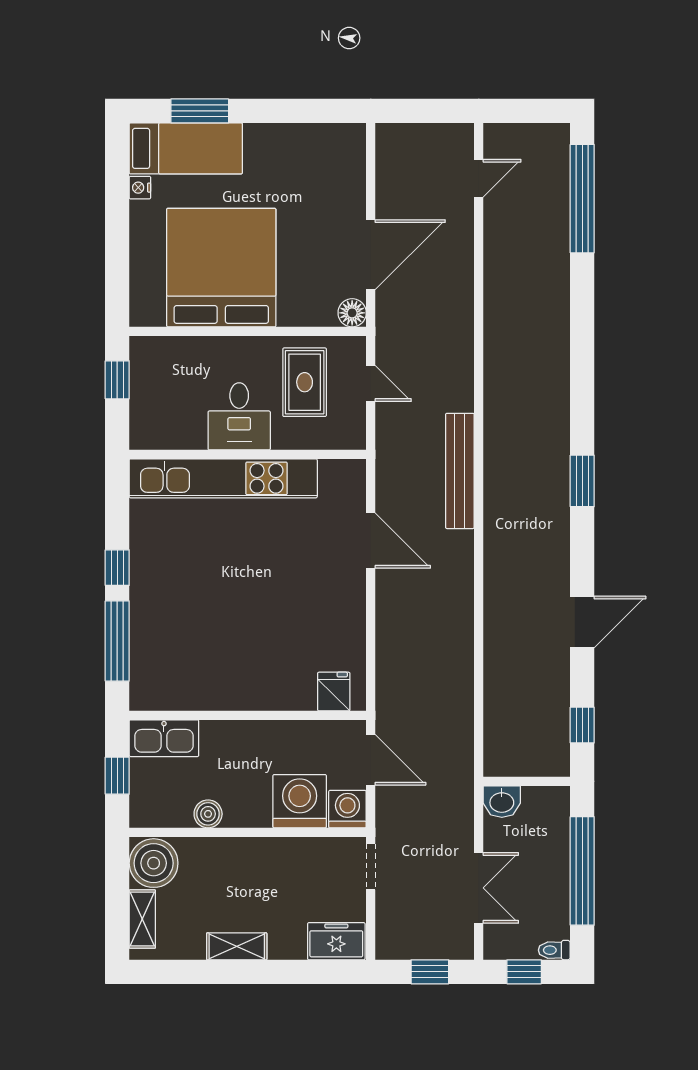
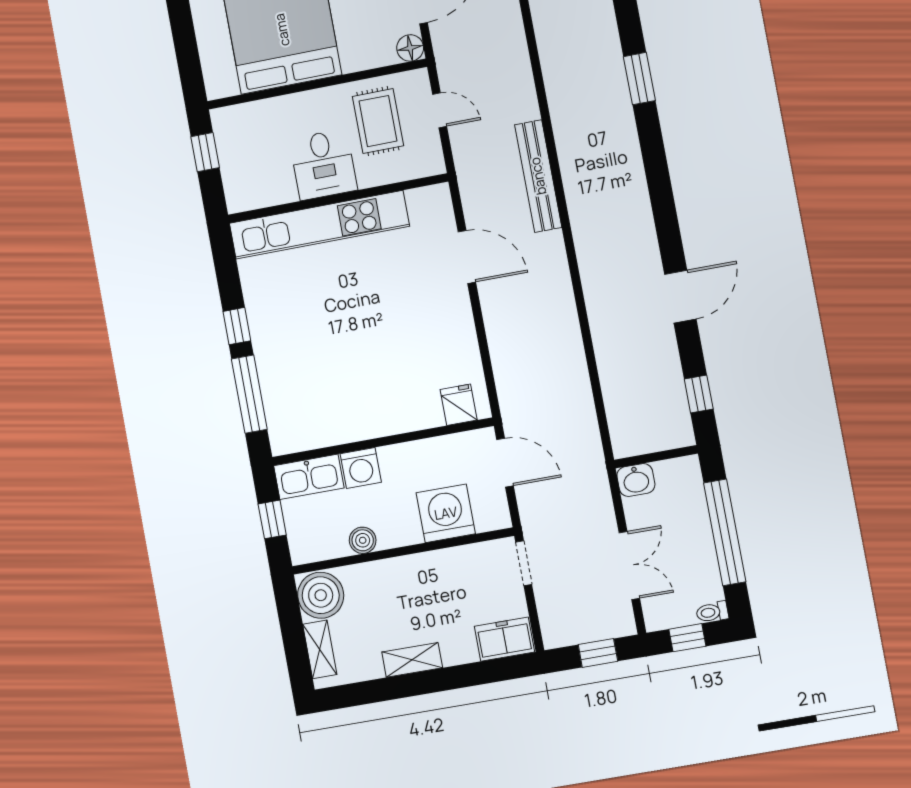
window: (582, 481) -> (639, 79), moved
washing machine: (347, 809) -> (361, 468), moved, turned 180

